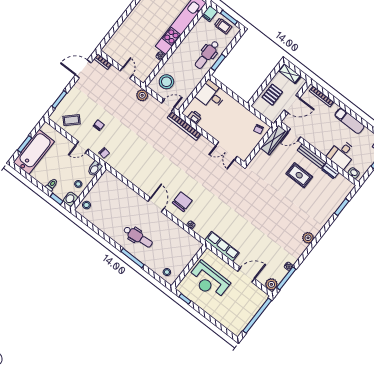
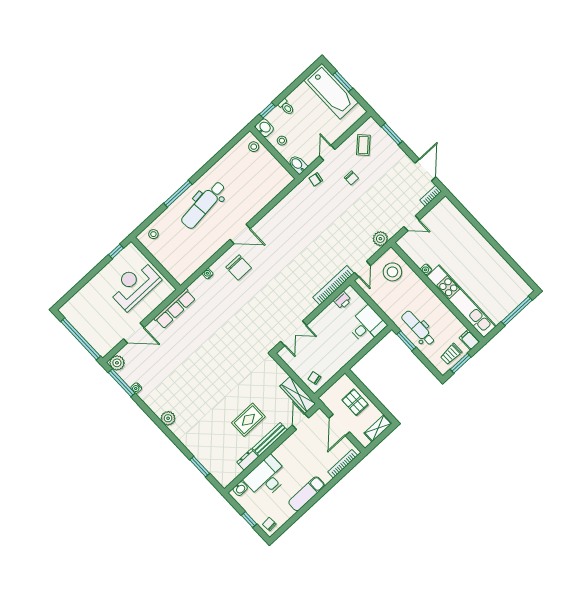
double door: (226, 151) -> (294, 333), swing flipped
desk: (342, 154) -> (266, 478), width x1.37
dental chair: (138, 237) -> (203, 205), width x1.36, depth x1.38
door: (246, 275) -> (134, 333), hinge flipped

